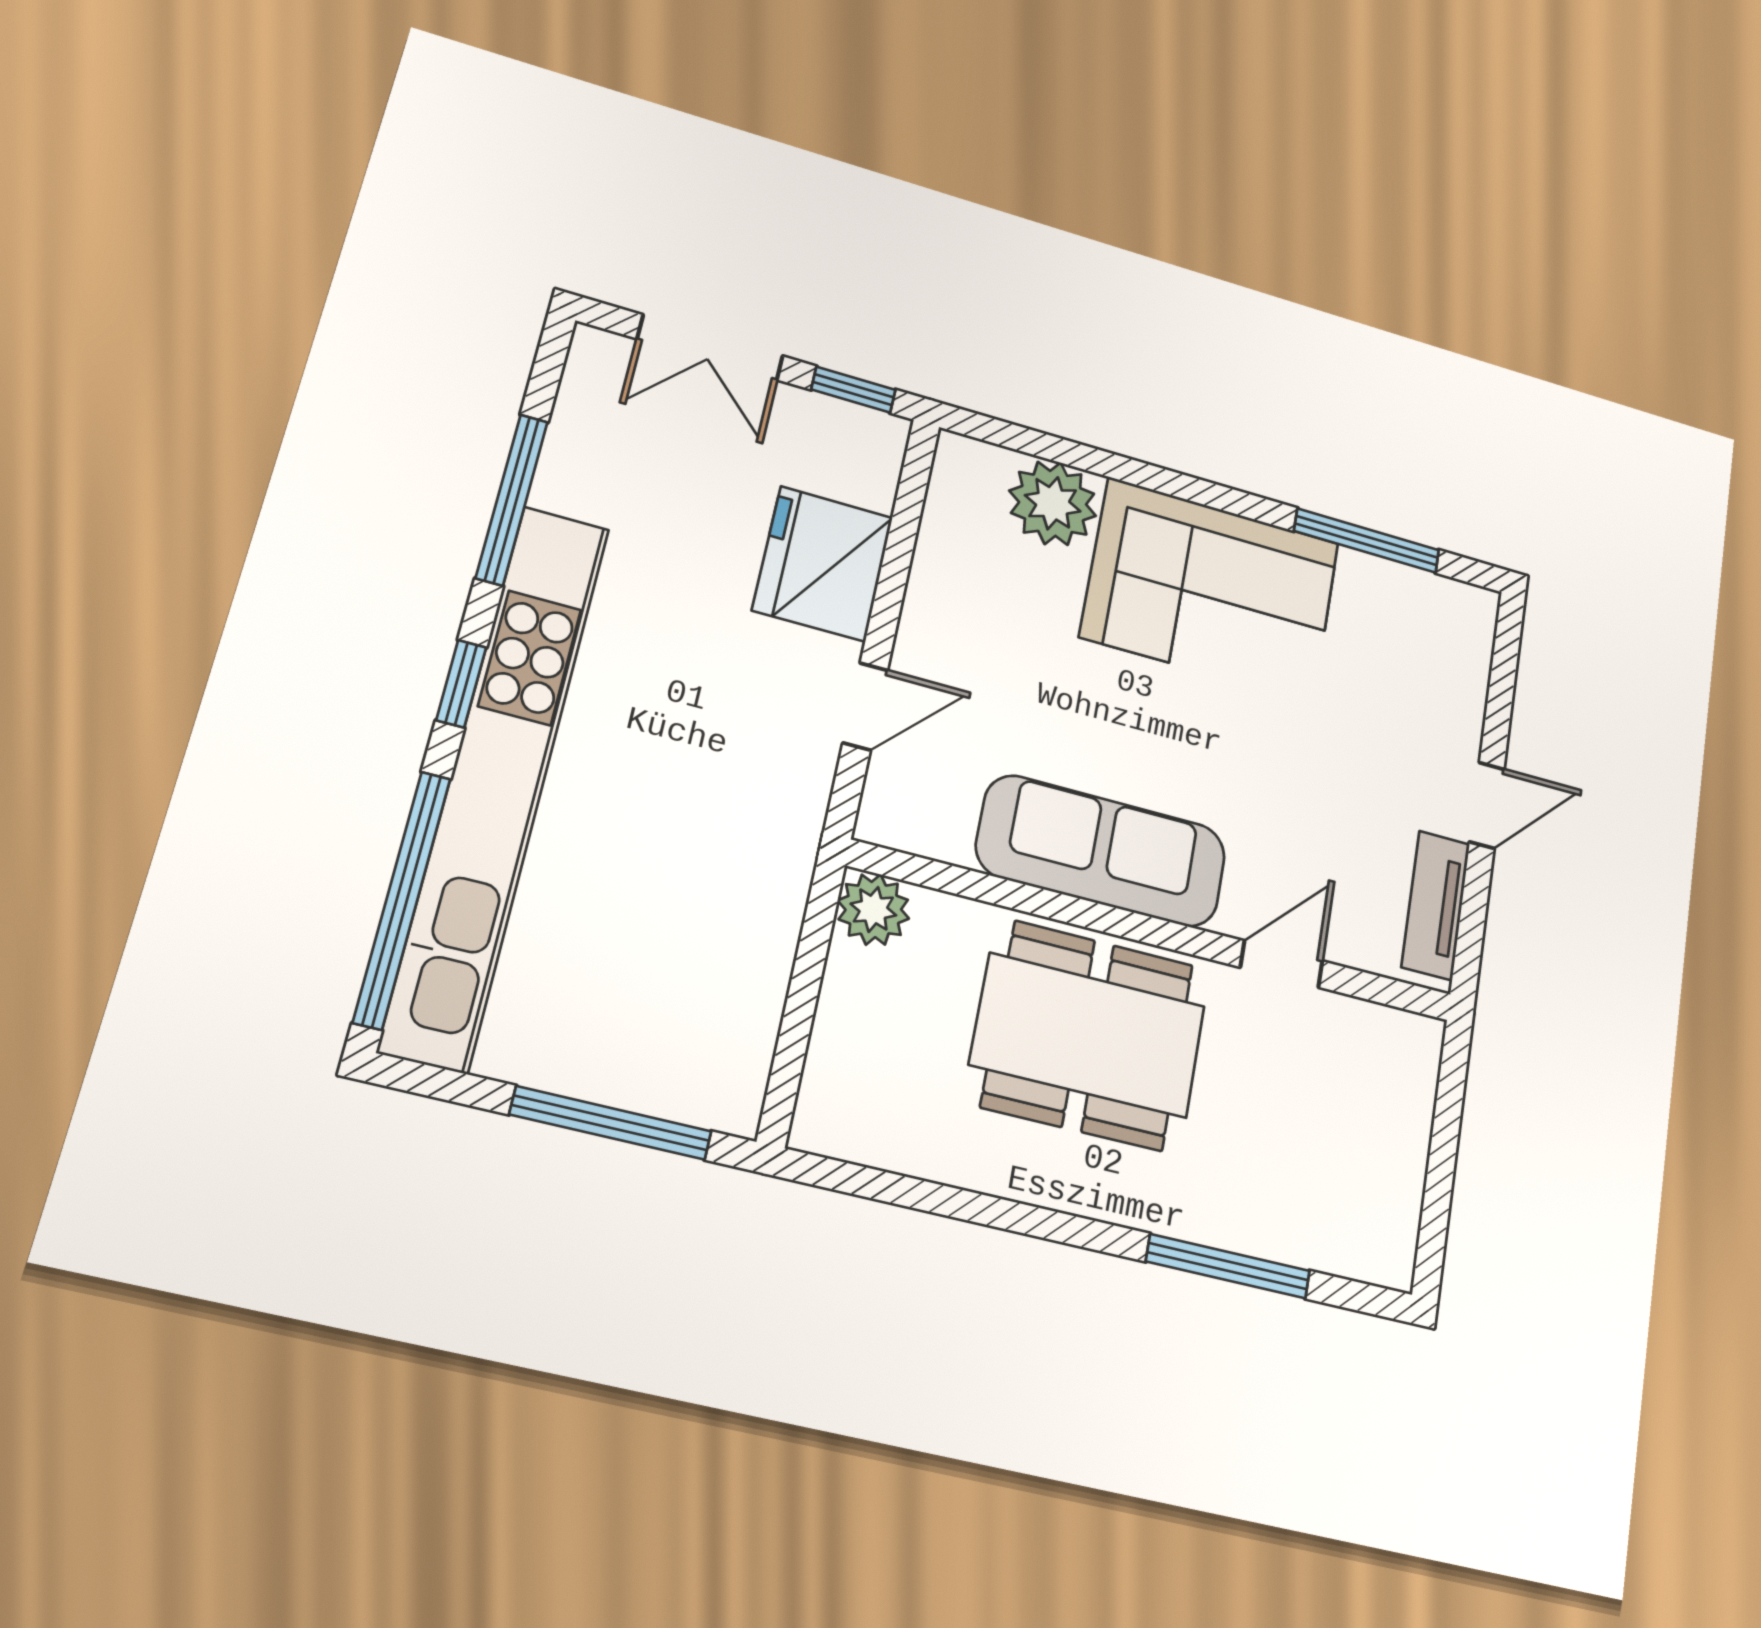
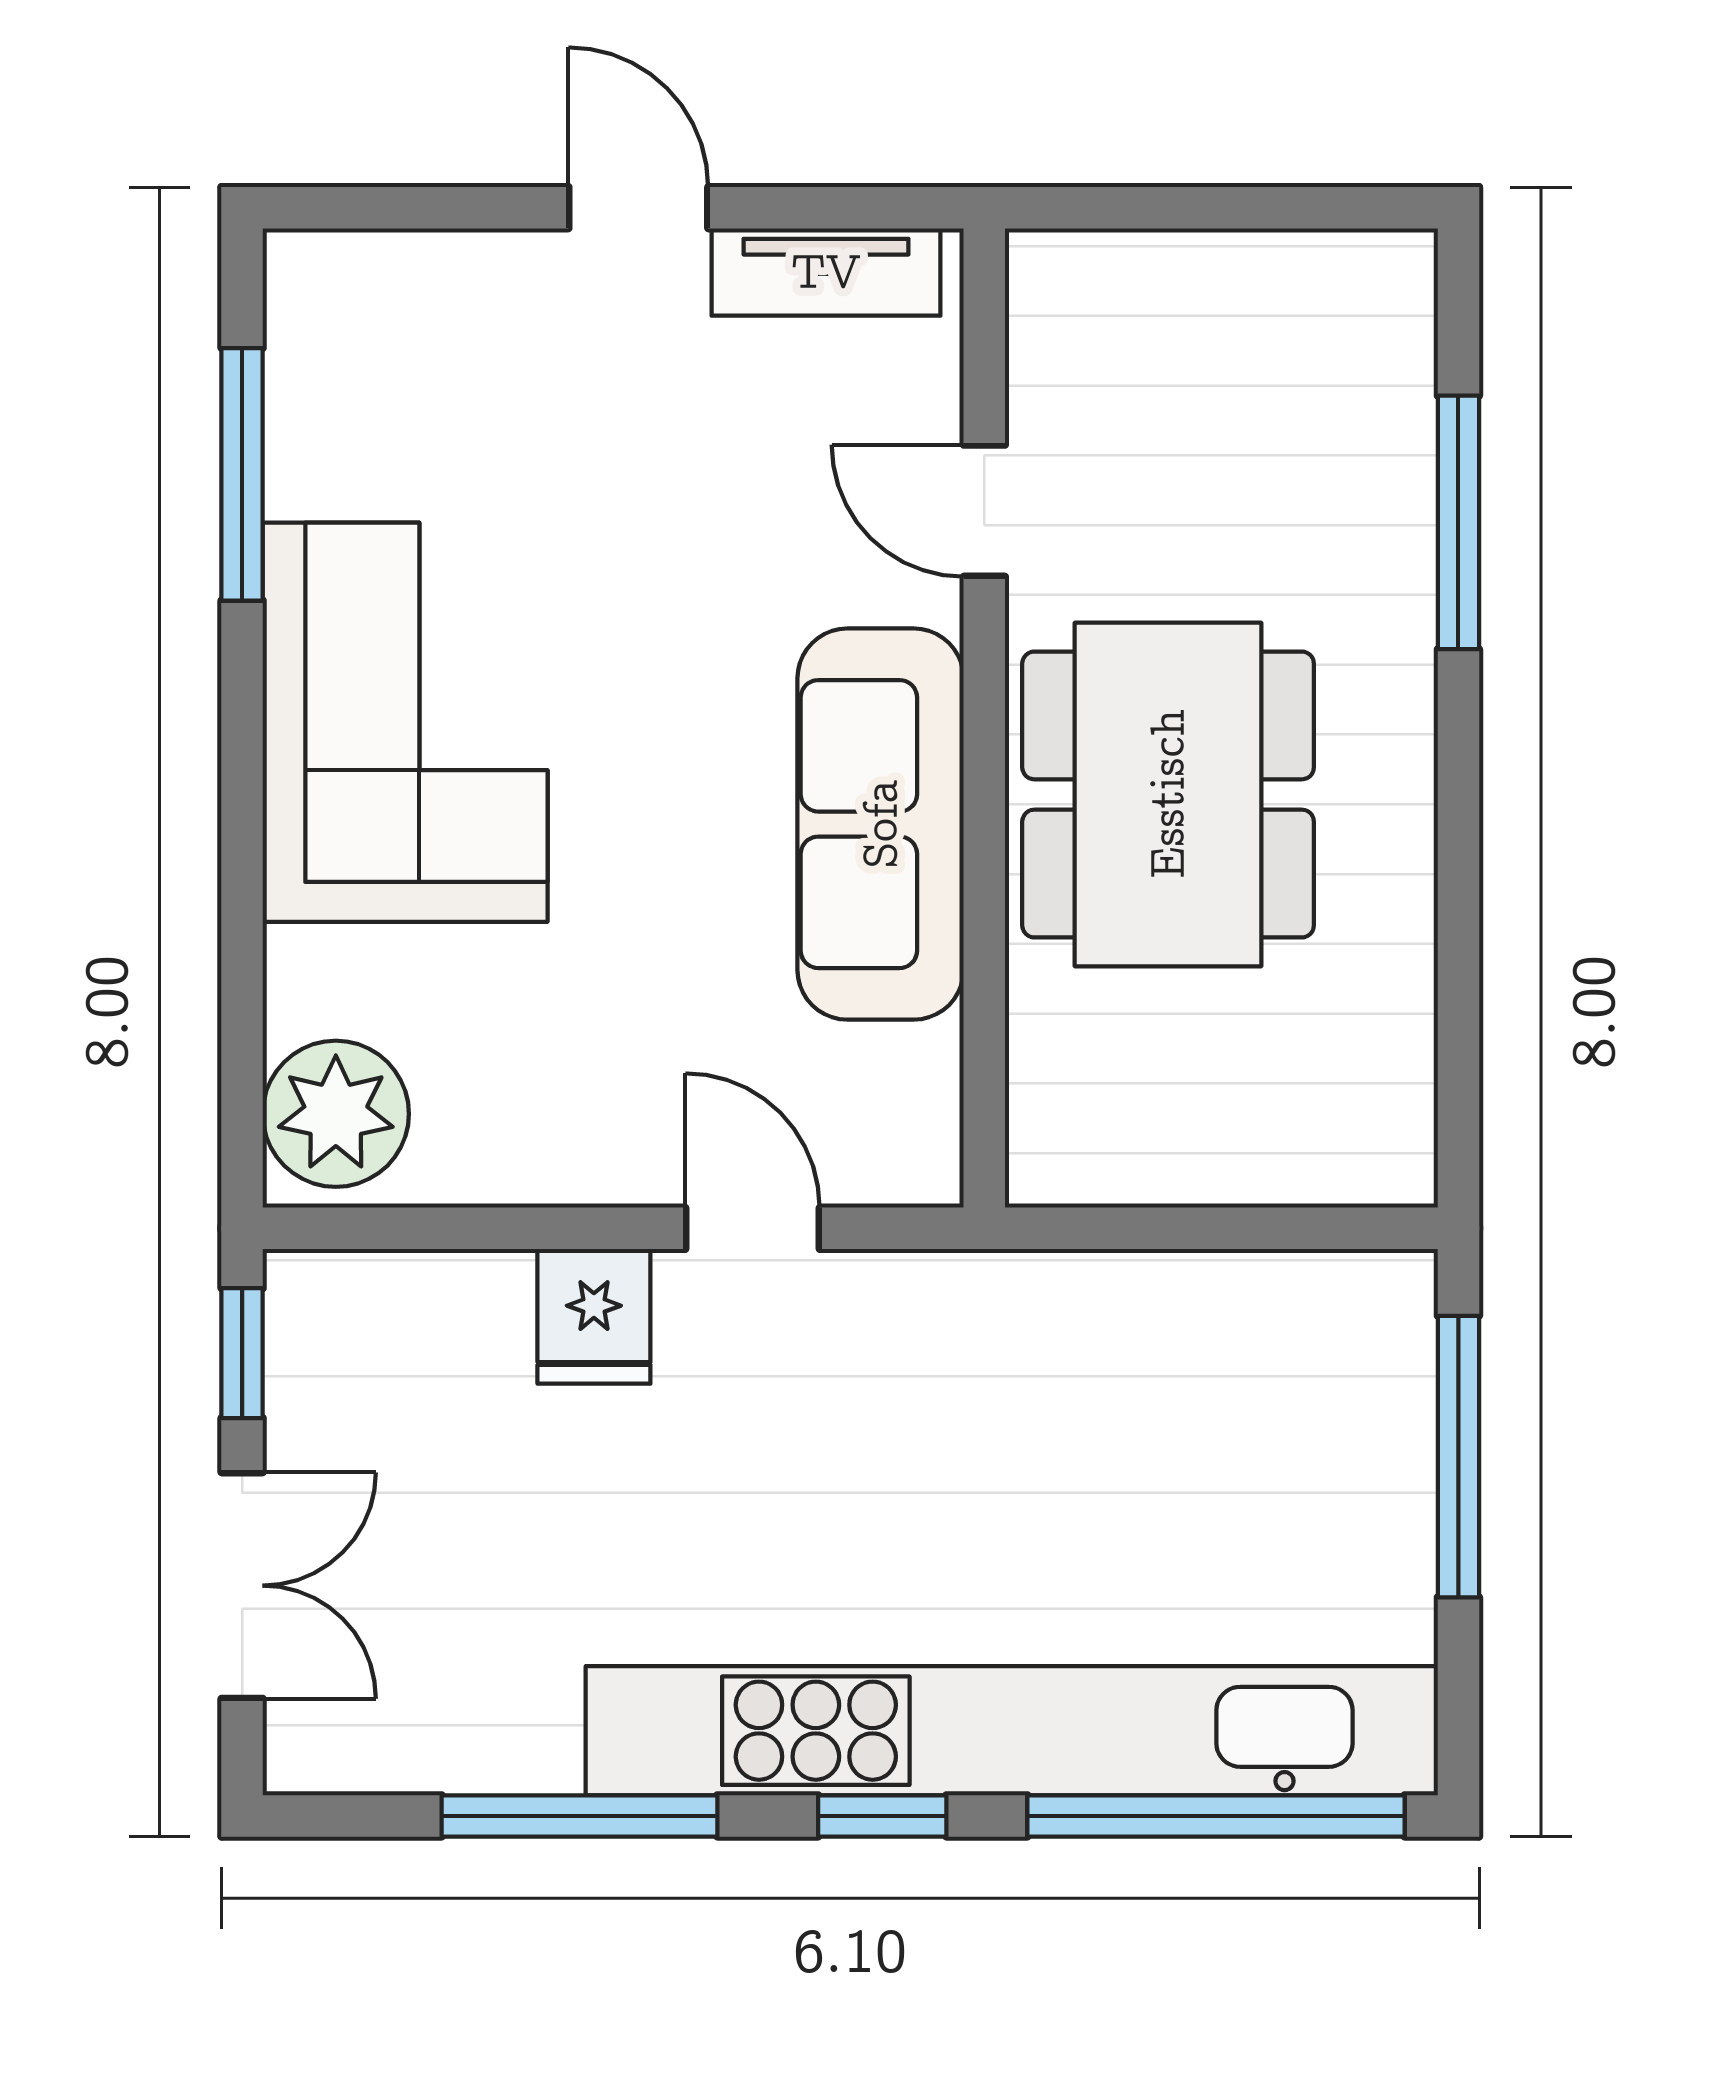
plant: (1053, 503) -> (336, 1114), moved
fridge: (823, 564) -> (594, 1316), width x0.53, depth x0.75
plant: (873, 910) -> (1060, 1152), removed

